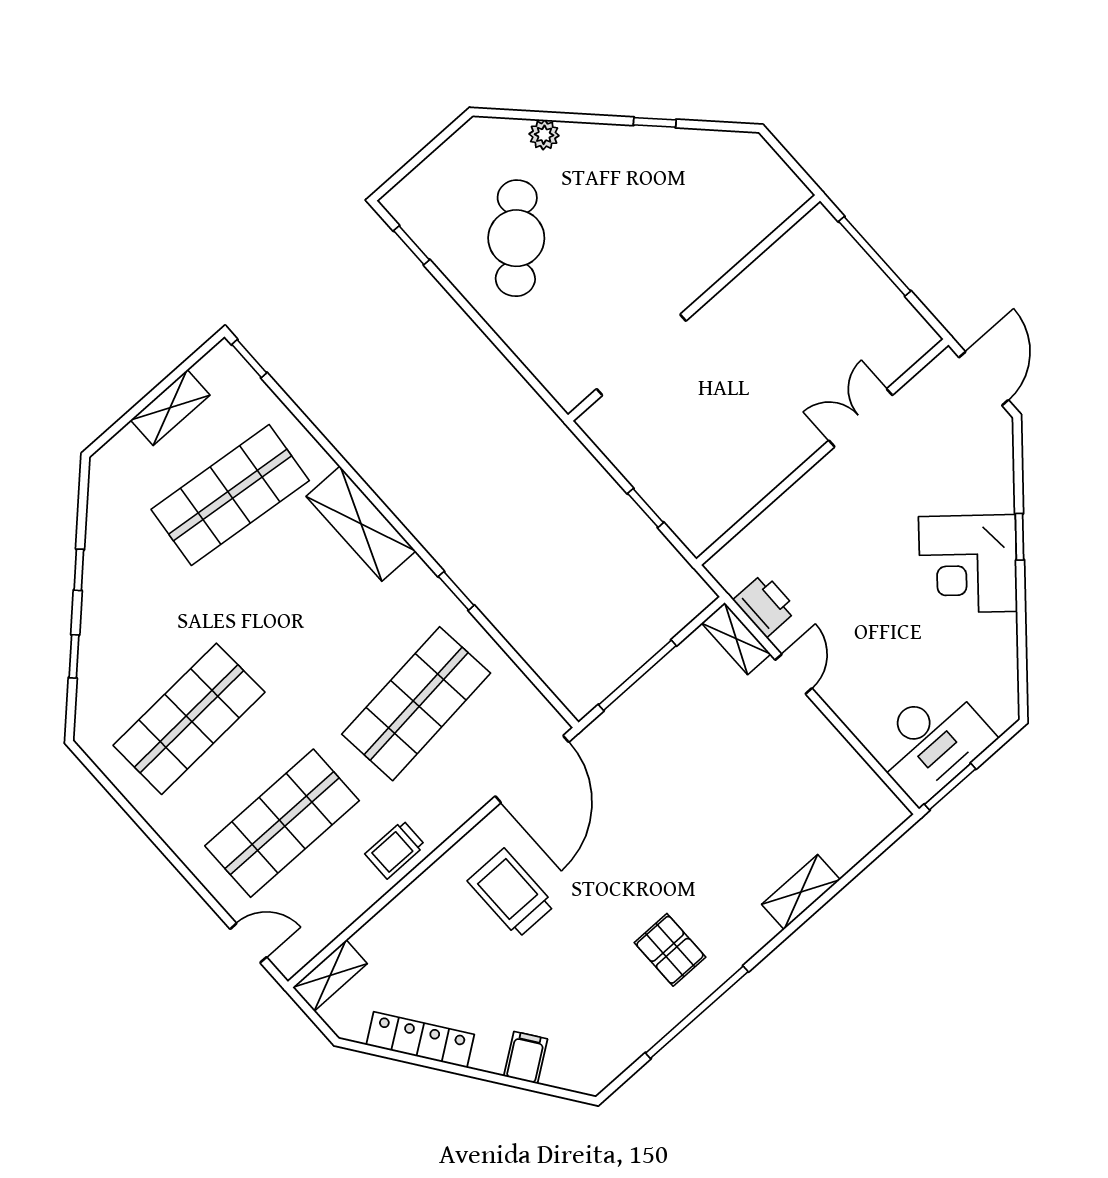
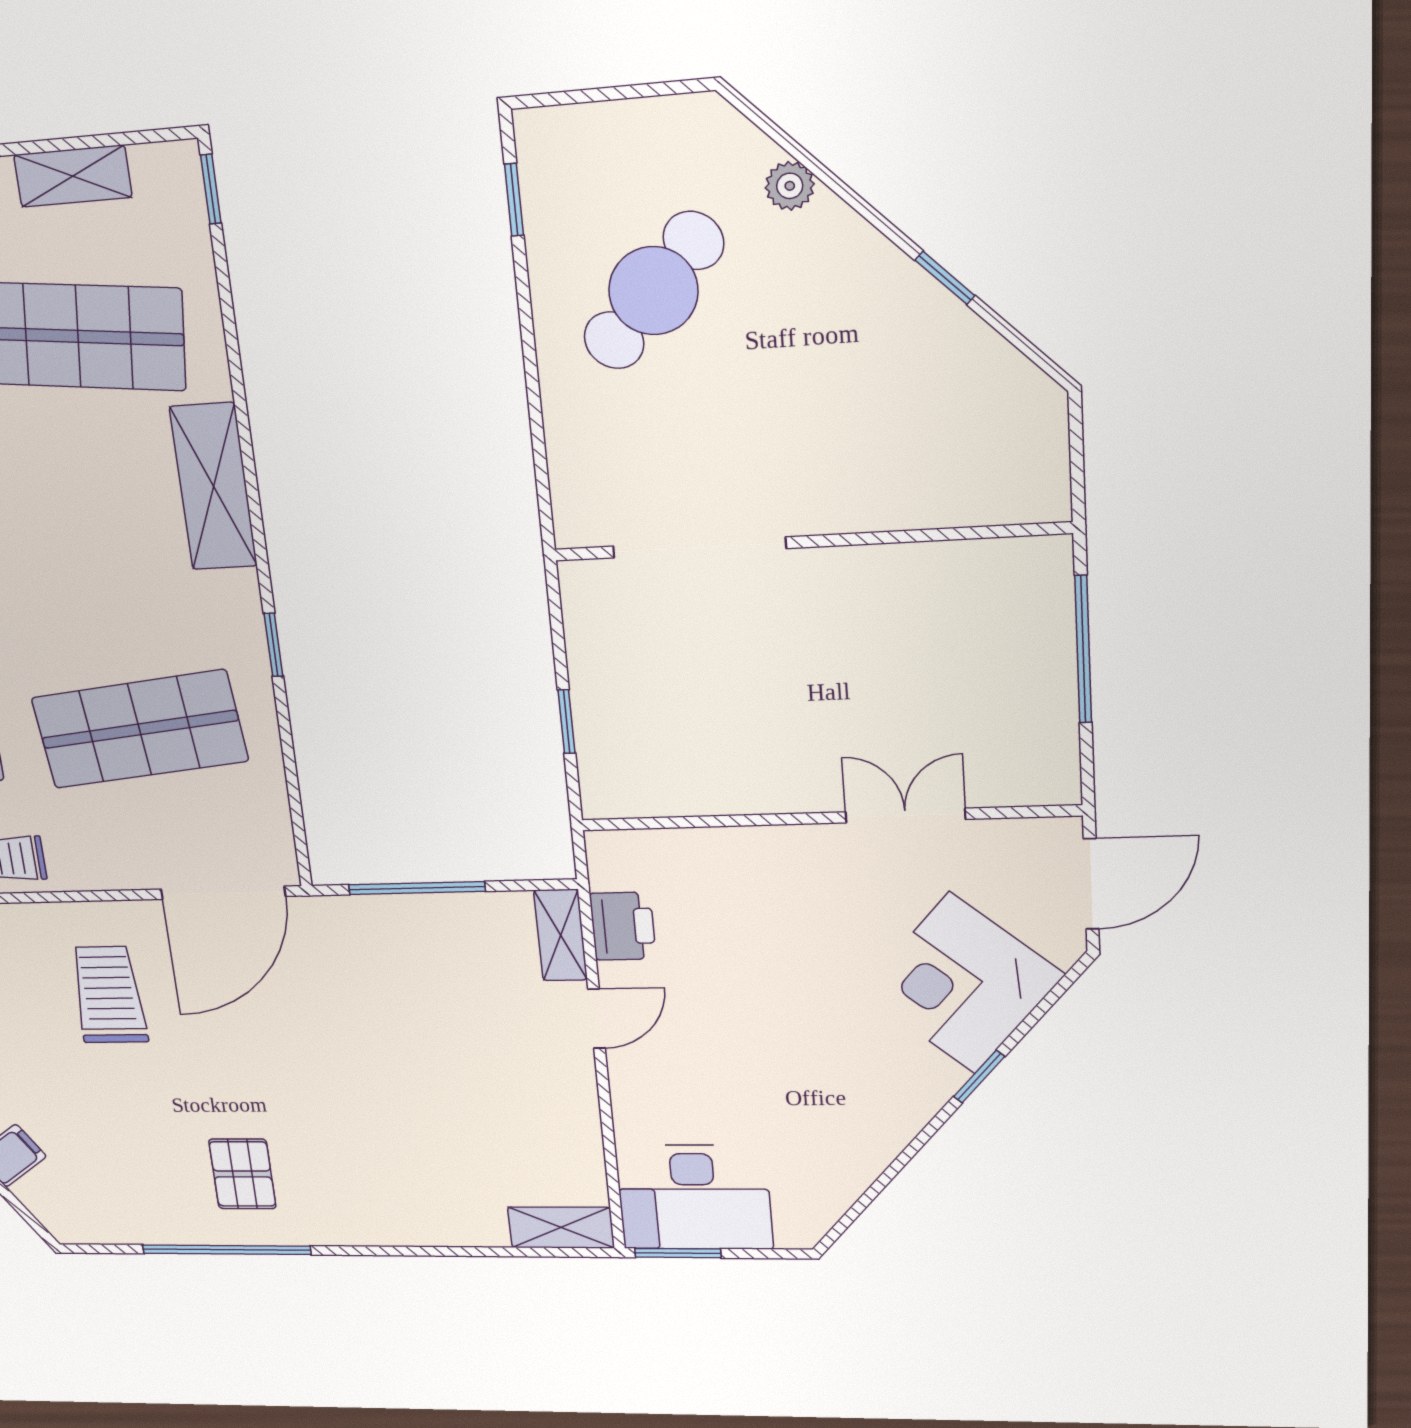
corner desk: (968, 564) -> (962, 983), moved
shelving: (801, 892) -> (561, 1227), moved

